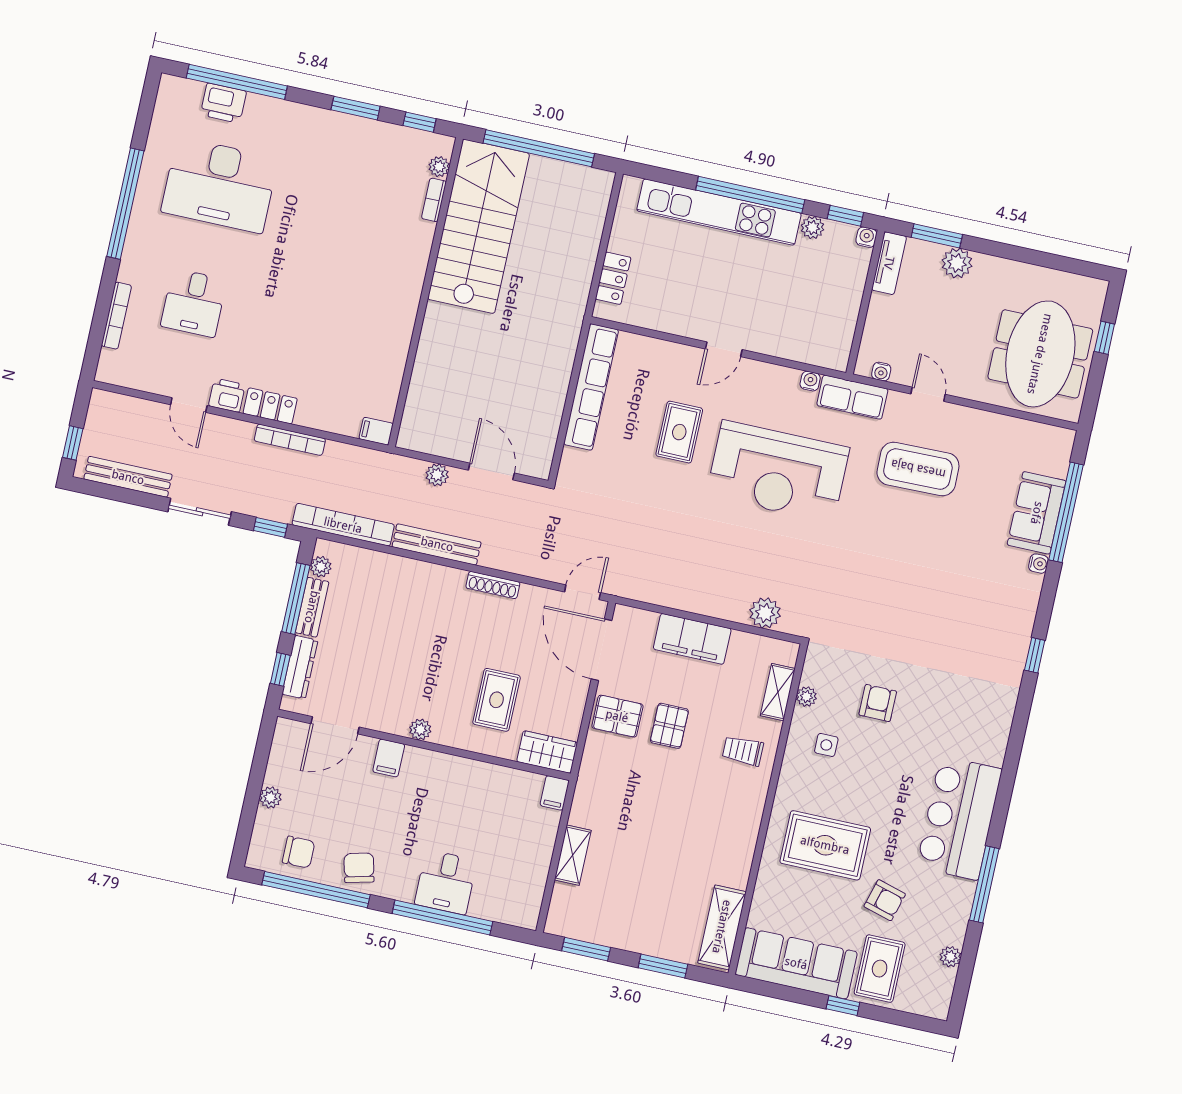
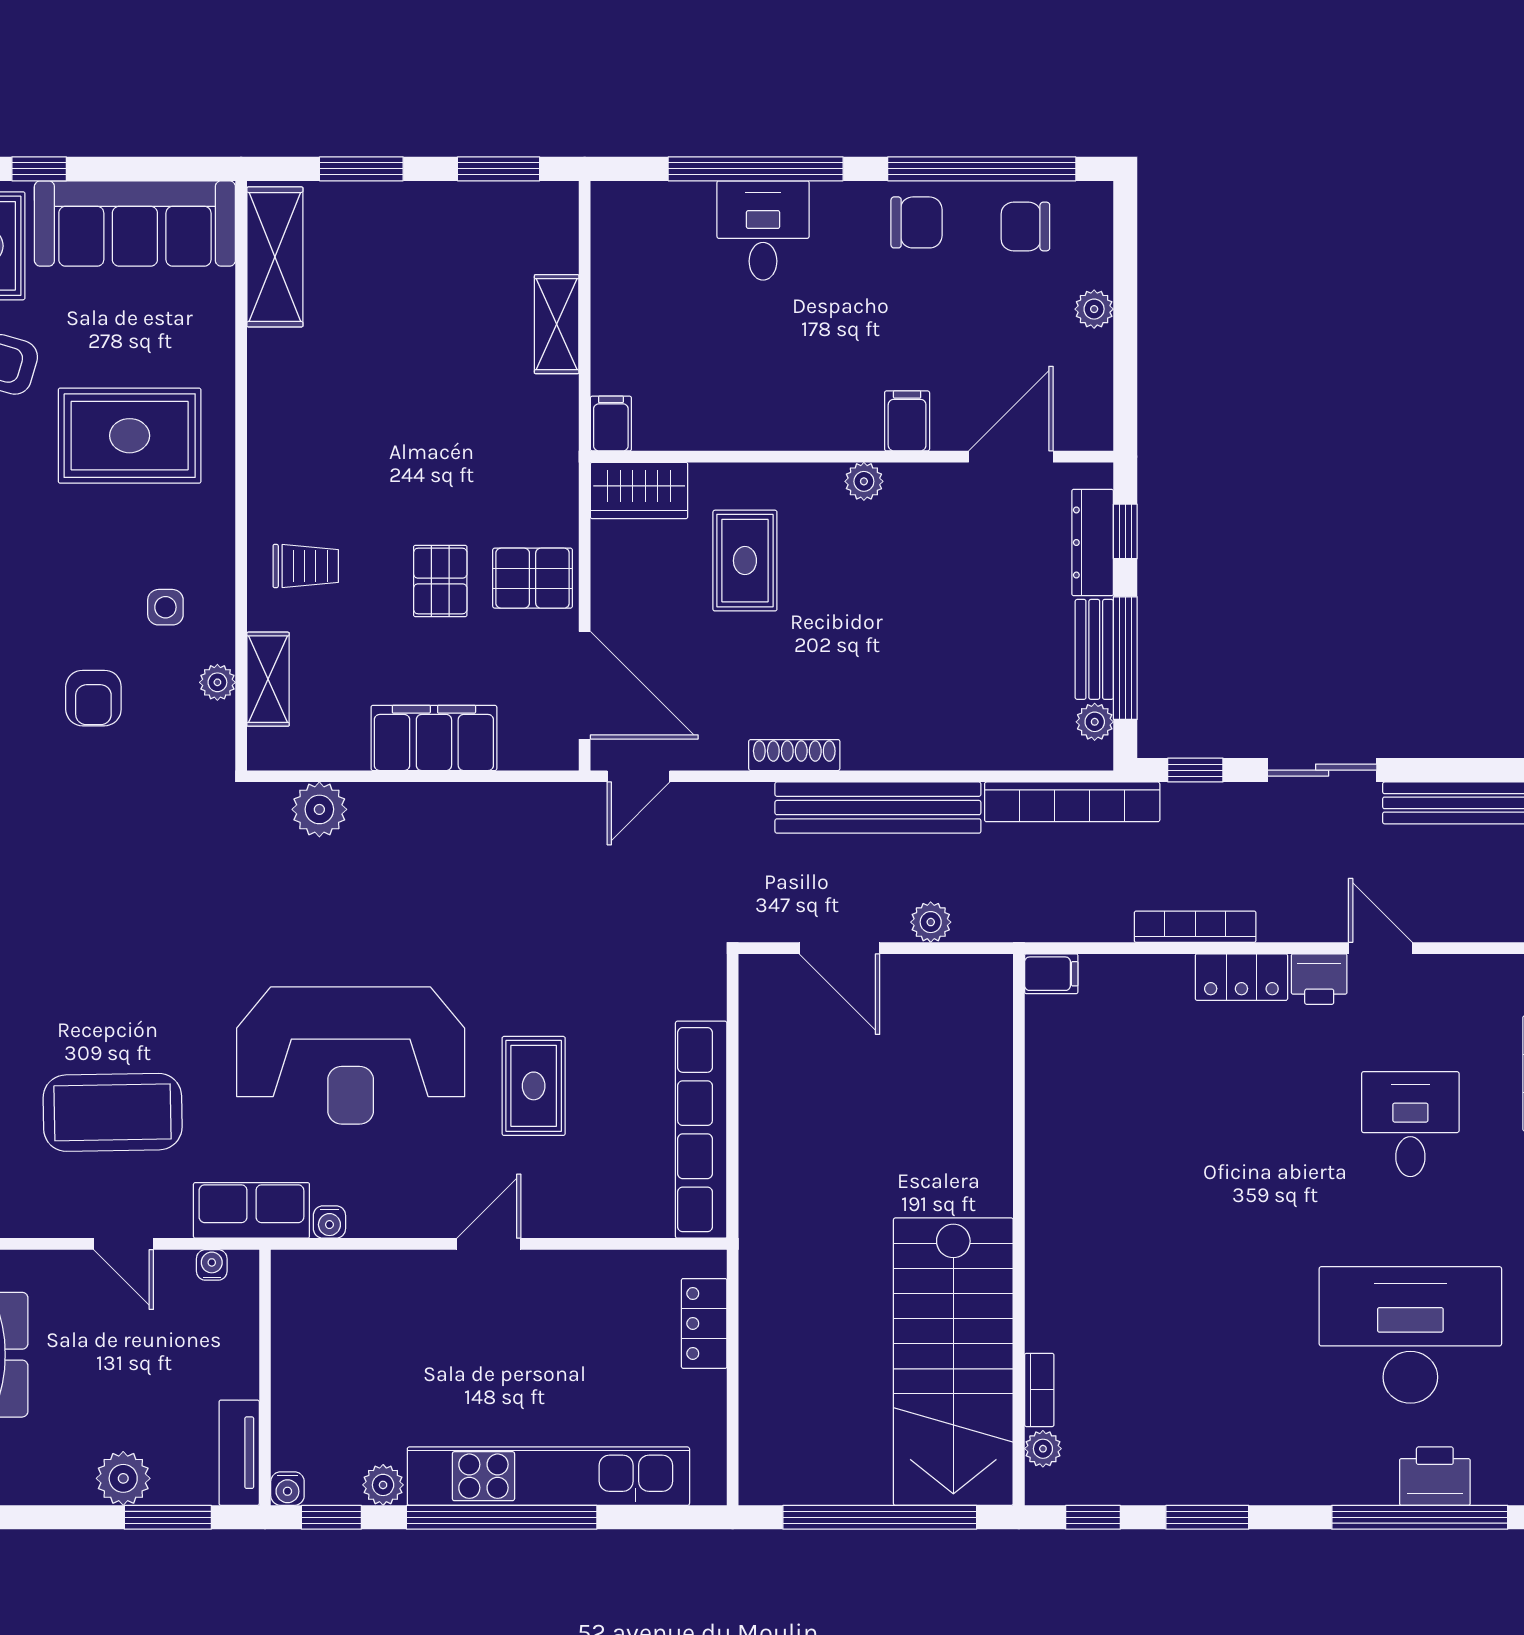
reception desk: (778, 472) -> (351, 1055), turned 180
bench: (437, 544) -> (878, 808), width x1.37, depth x1.21
chair: (359, 868) -> (917, 222), turned -76

